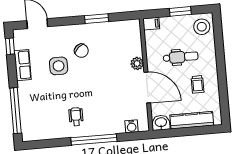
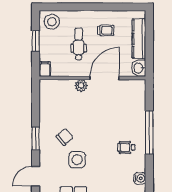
window: (97, 19) -> (36, 139), moved
water cooler: (132, 126) -> (140, 178), moved

